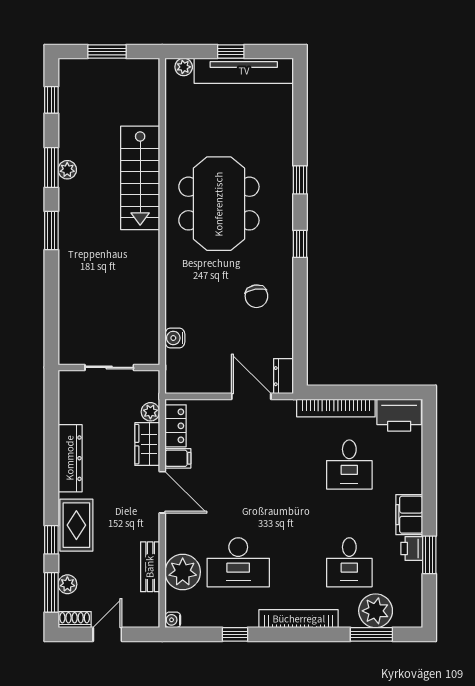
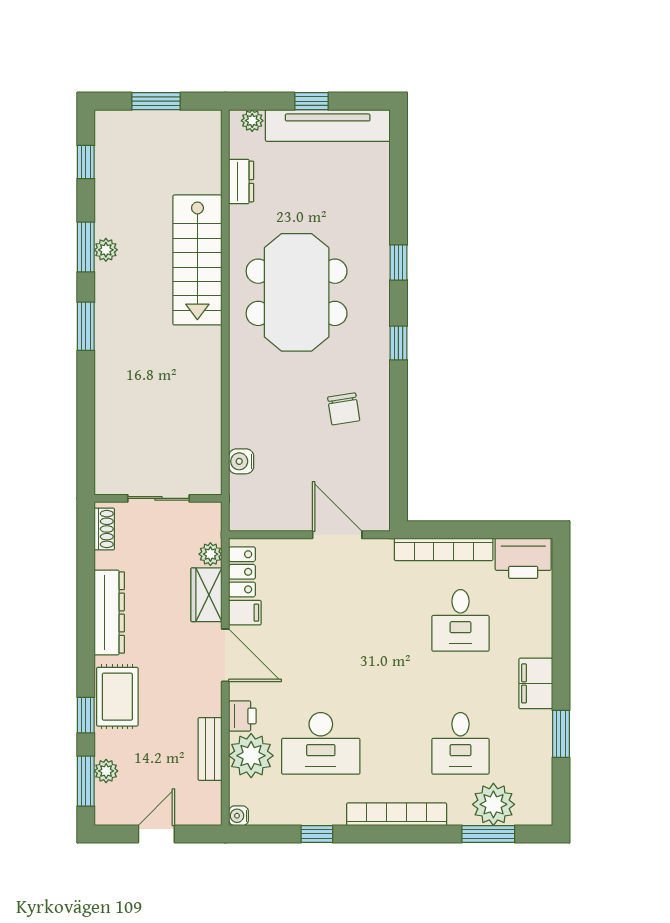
dresser: (283, 376) -> (241, 181), moved, turned 180
printer: (412, 548) -> (242, 716), moved, turned 180
shoe rack: (75, 620) -> (104, 529), moved, turned 90

